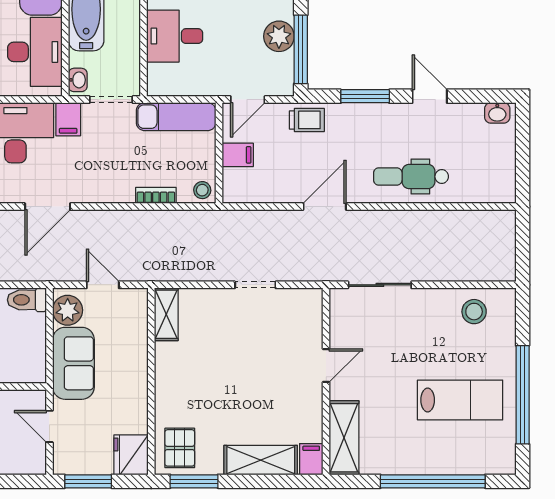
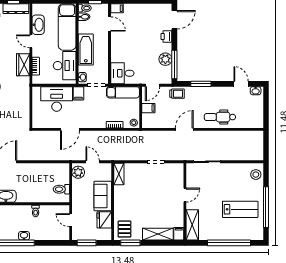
desk: (175, 36) -> (122, 73), moved
door: (430, 96) -> (241, 84), moved
toilet: (27, 300) -> (61, 189), moved
stool: (474, 312) -> (256, 175), moved
sofa: (73, 363) -> (103, 196), moved, turned 180
fridge: (131, 455) -> (104, 220), moved

